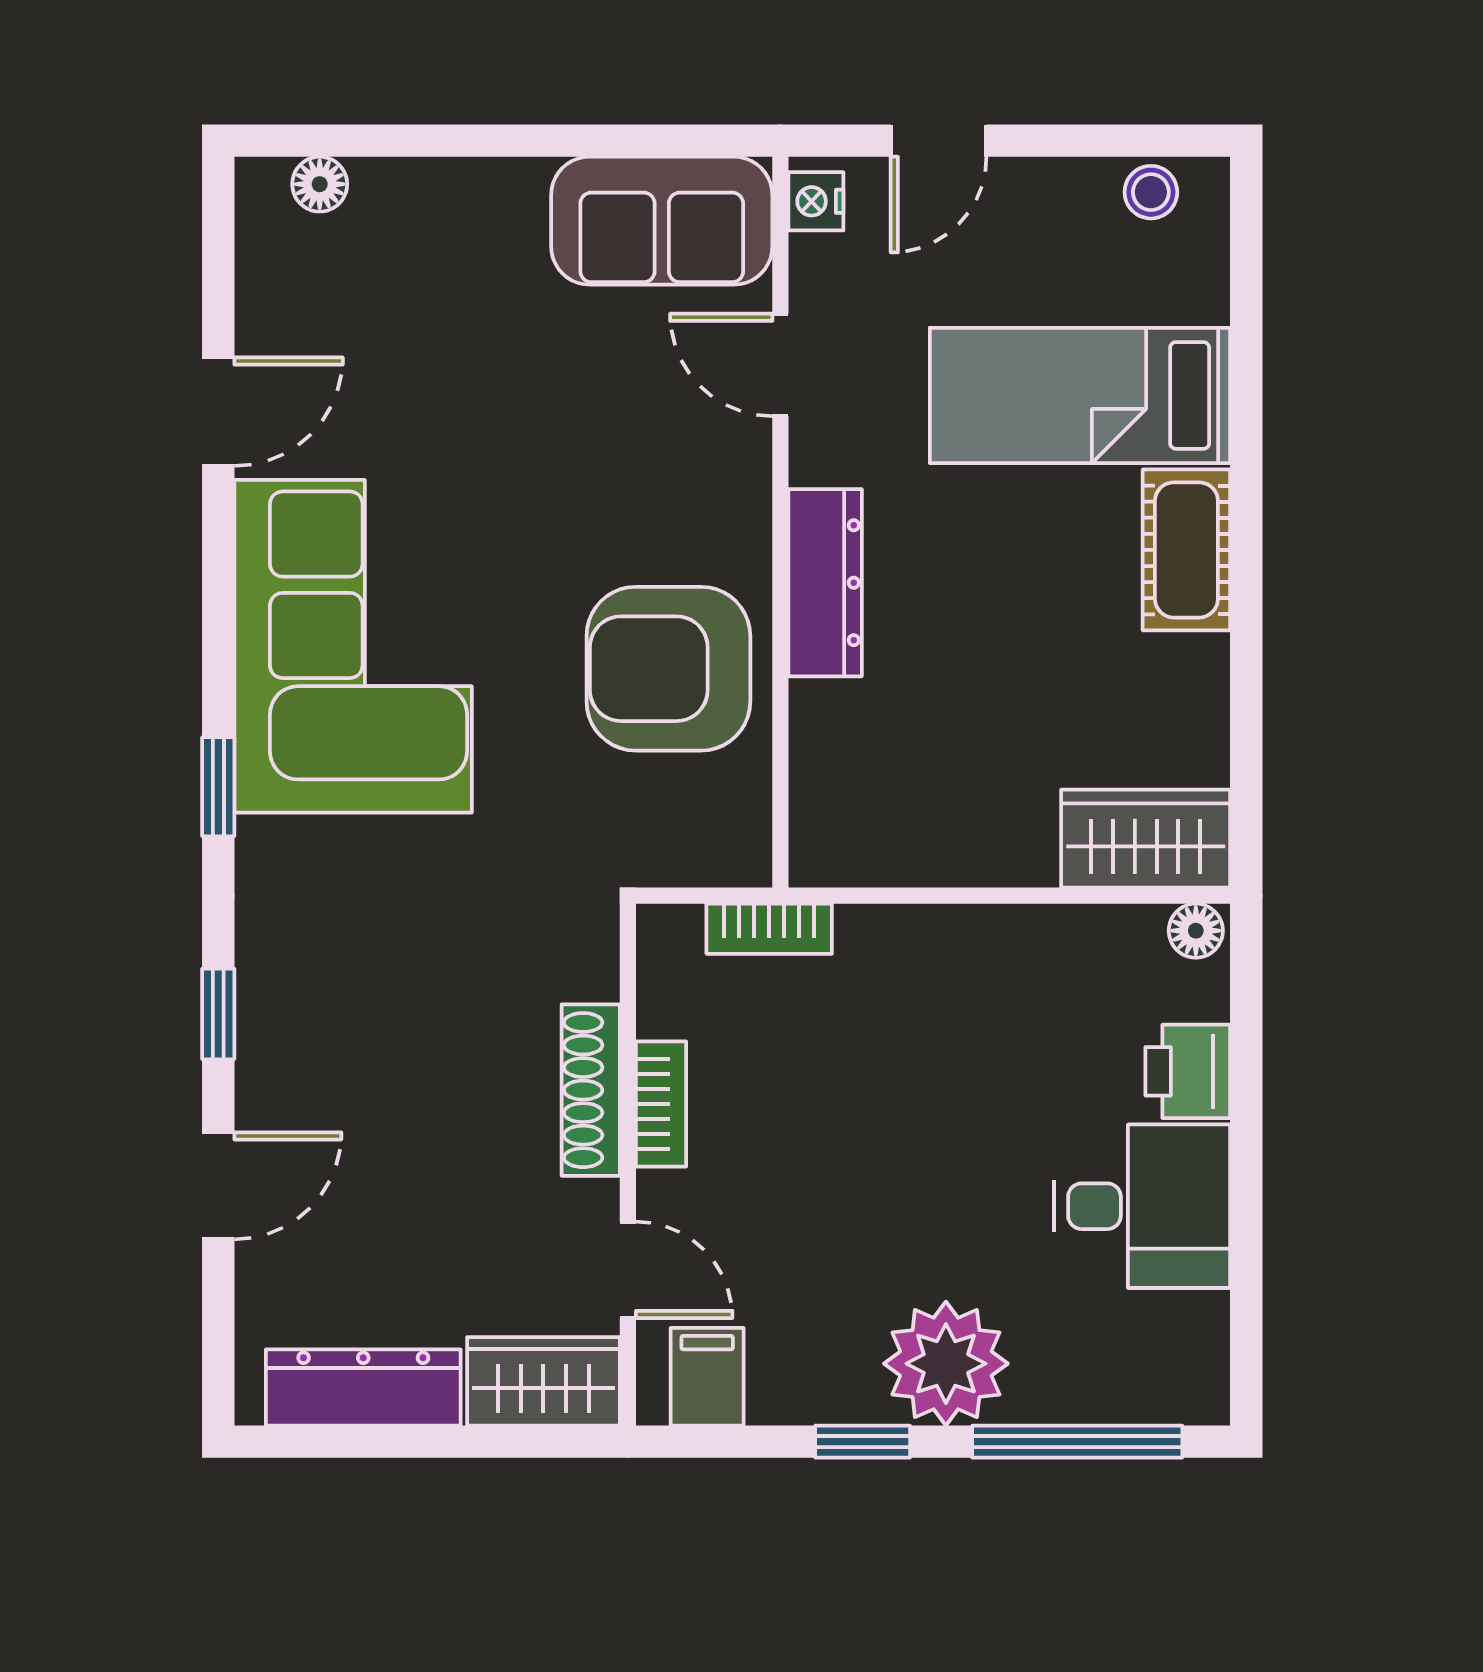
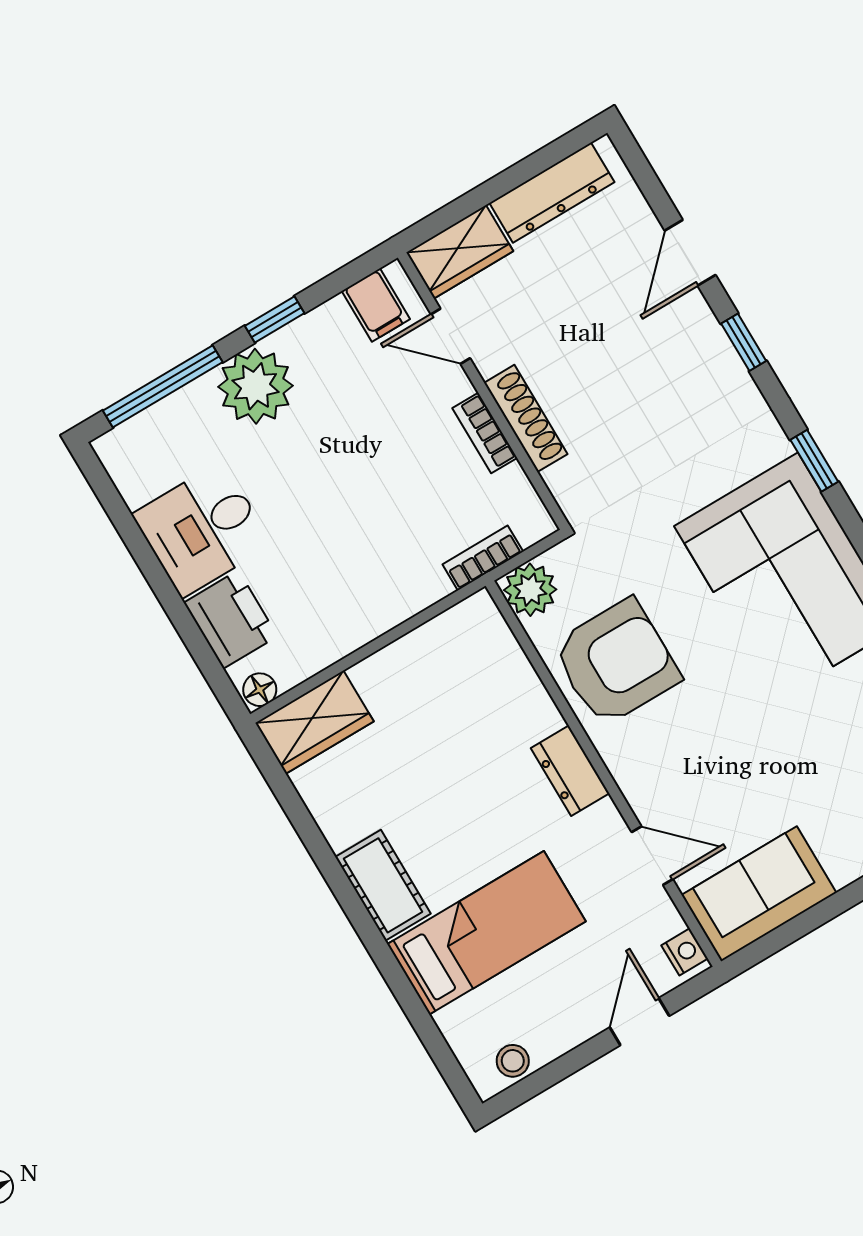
dresser: (825, 583) -> (570, 771), width x0.70
plant: (729, 844) -> (530, 590), added
printer: (1188, 1071) -> (231, 619), width x1.36, depth x1.24

